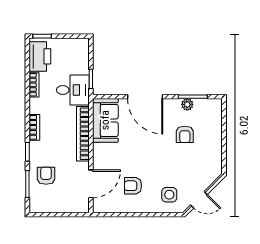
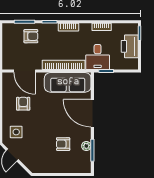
printer: (40, 56) -> (130, 46), moved, turned 90
door: (145, 97) -> (92, 113), hinge flipped
sofa: (105, 120) -> (68, 82), width x1.36

